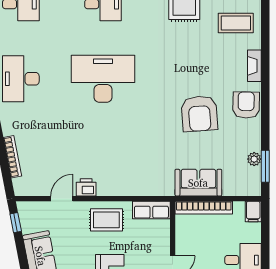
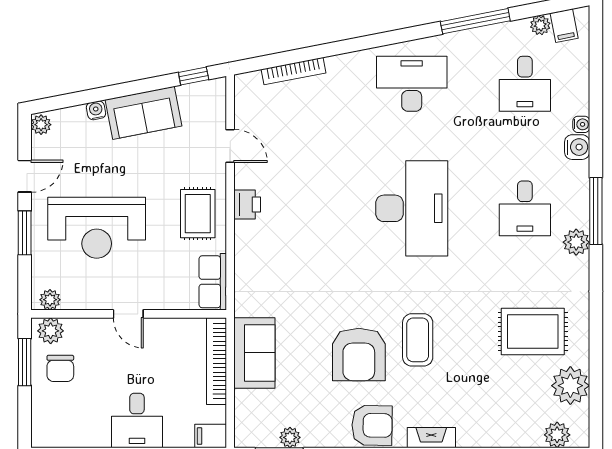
coffee table: (236, 23) -> (418, 340), moved
armchair: (199, 114) -> (359, 354), turned -86
printer: (86, 187) -> (247, 205), moved

